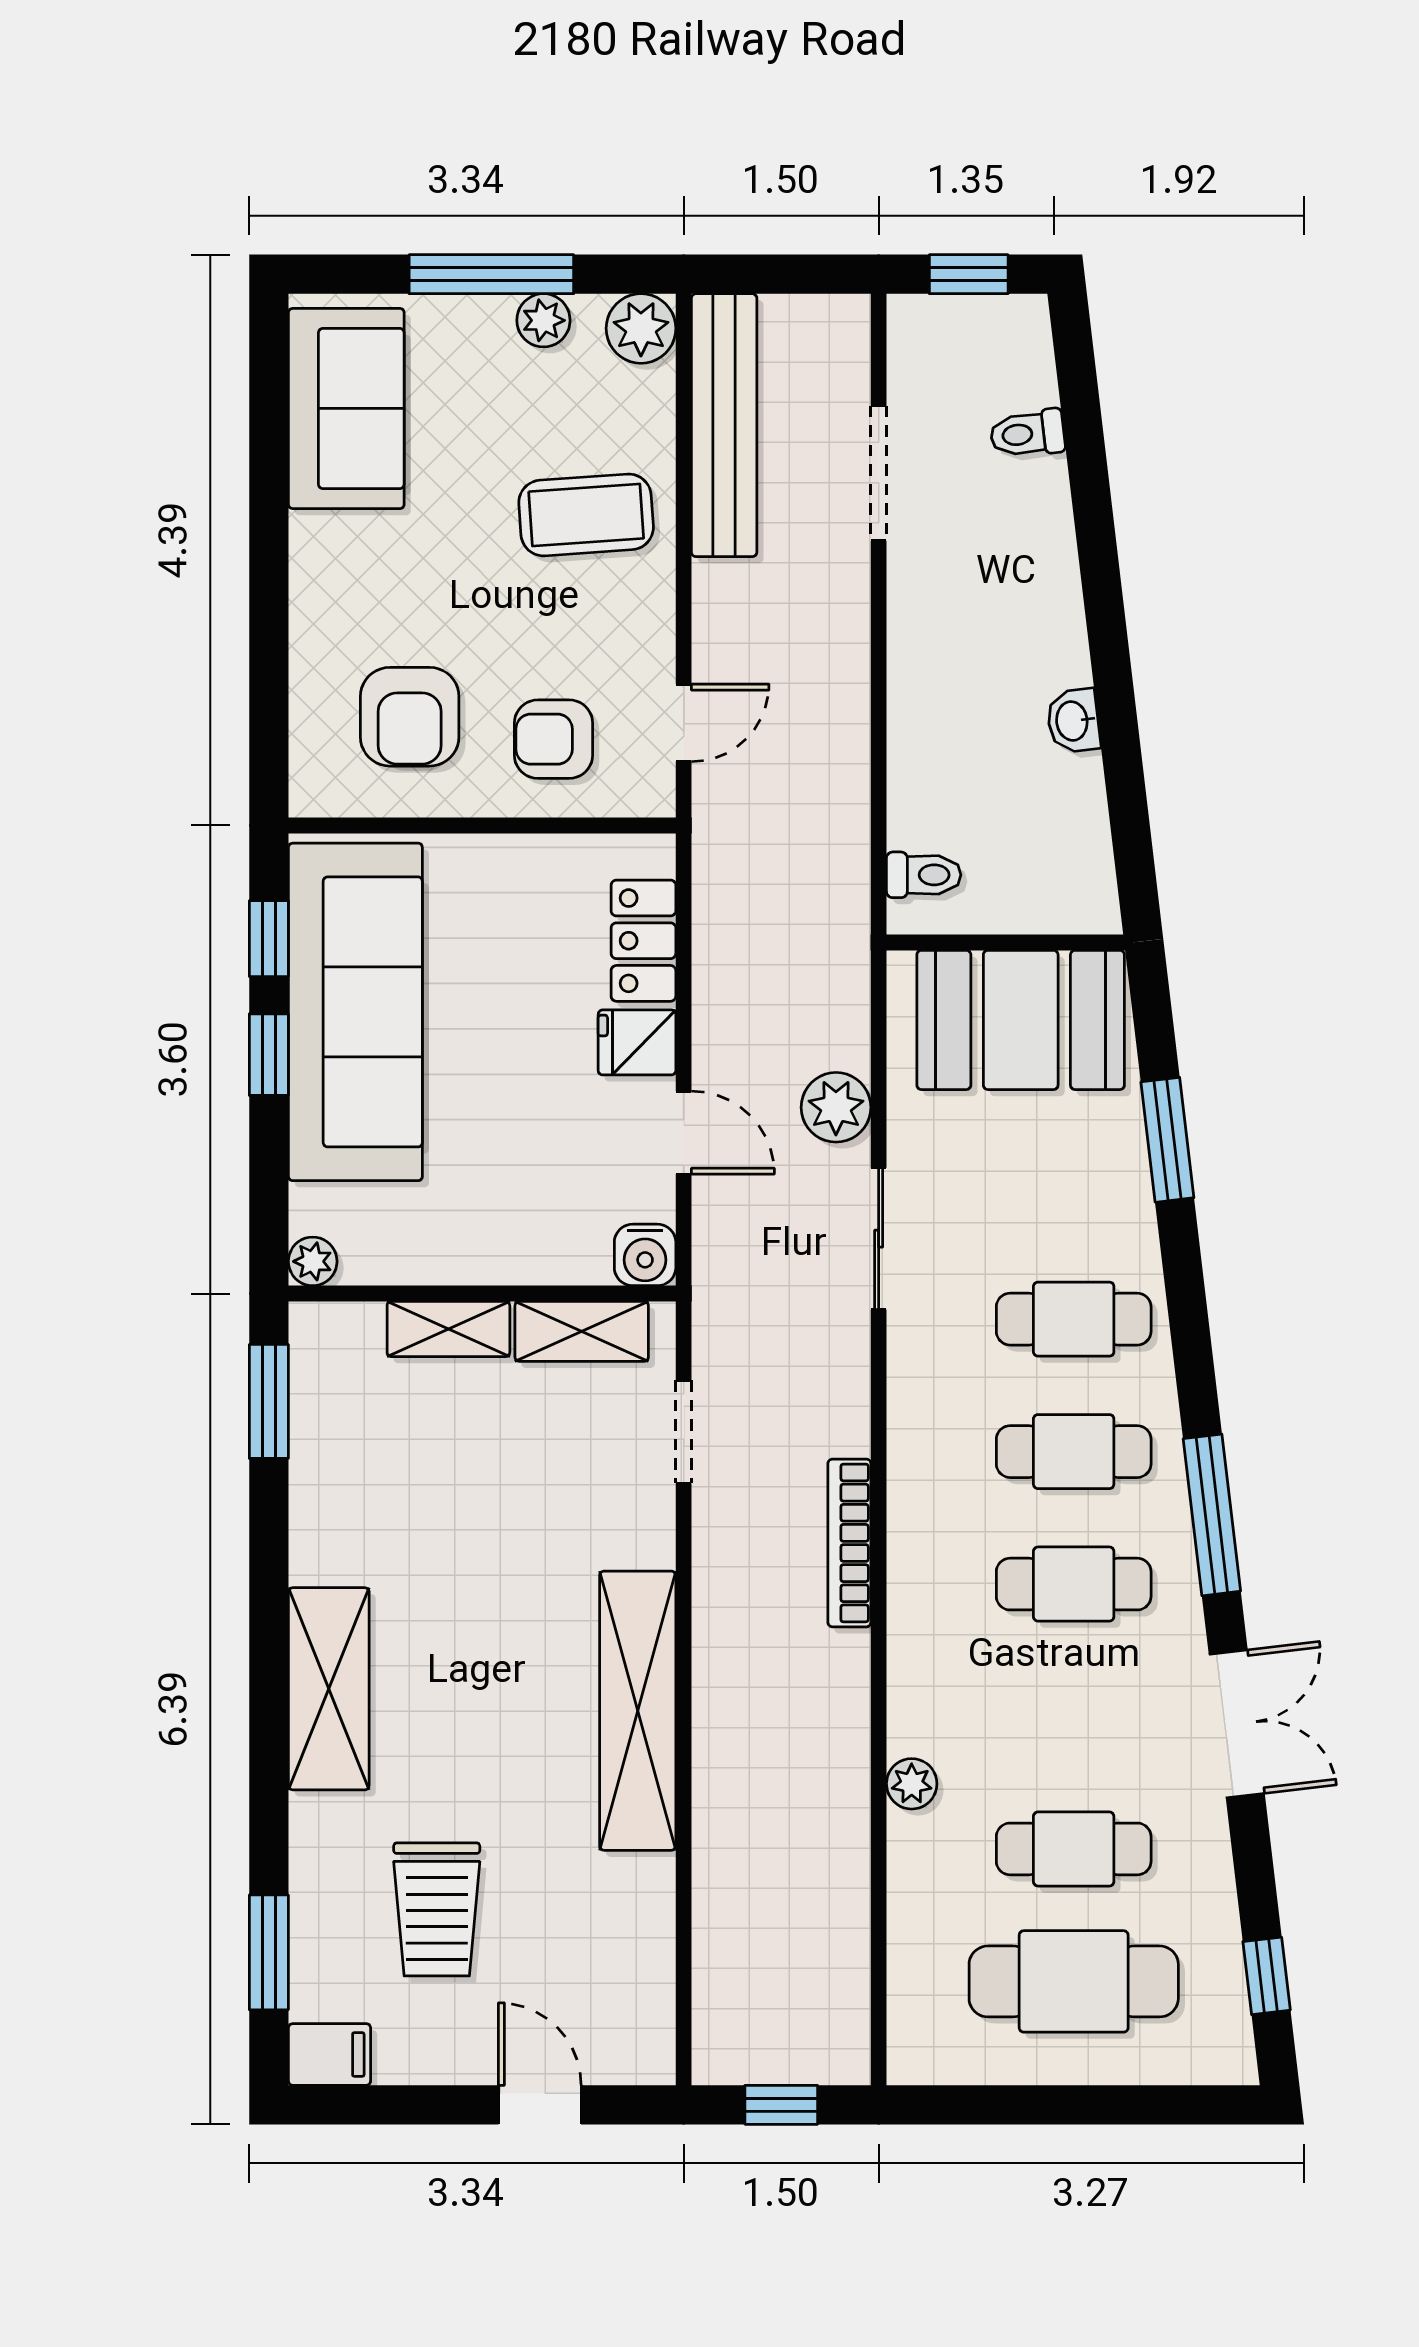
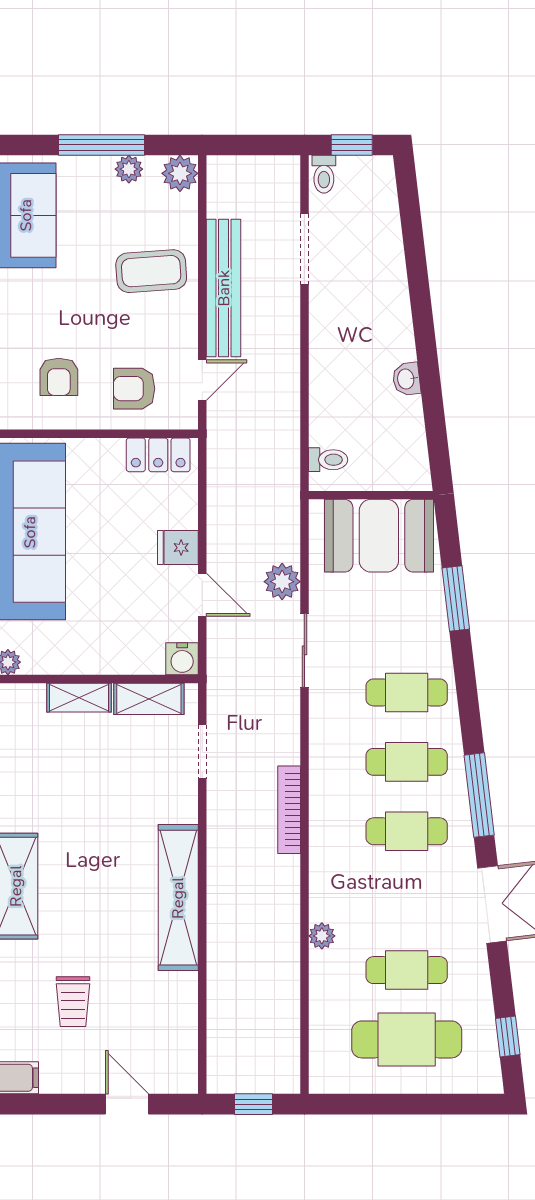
bench: (724, 425) -> (224, 288), moved
toilet: (1027, 434) -> (324, 174), moved, turned -83
armchair: (410, 717) -> (59, 377), width x0.72, depth x0.72
locker: (643, 941) -> (158, 455), moved, turned -90
trolley: (437, 1909) -> (73, 1002), width x0.73, depth x0.72

